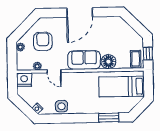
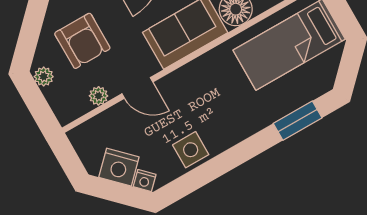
armchair: (43, 41) -> (82, 41), turned 180
nightstand: (24, 80) -> (119, 167), moved, turned -135

